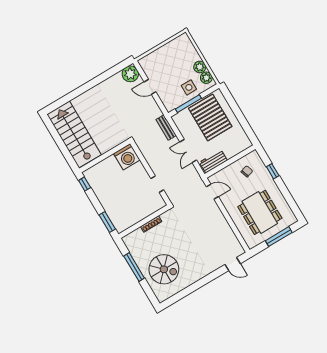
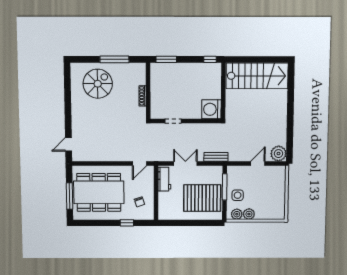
dining table: (260, 212) -> (99, 192), width x1.36, depth x1.24
spiral stairs: (164, 269) -> (98, 84), turned 180

